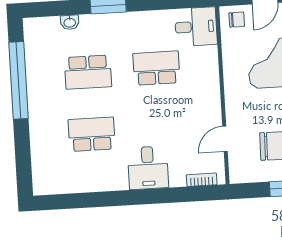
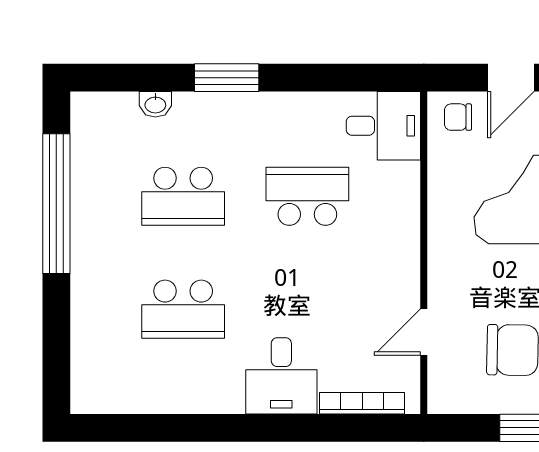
chair: (237, 20) -> (458, 117), turned 180
school desk: (92, 134) -> (183, 309), turned 180
bookcase: (202, 180) -> (362, 403), width x1.56

